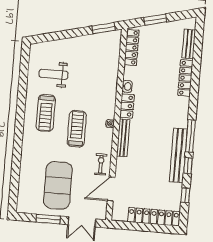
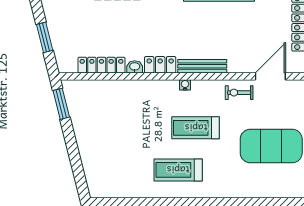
locker: (132, 47) -> (102, 65), moved
weight bench: (54, 74) -> (127, 164), removed
treadmill: (46, 113) -> (178, 170), turned 180
door: (111, 189) -> (270, 76), swing flipped

